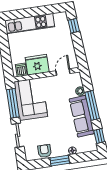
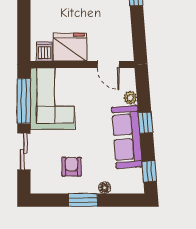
door: (63, 72) -> (108, 64), swing flipped
window: (92, 105) -> (145, 123), width x0.46
armchair: (44, 151) -> (72, 167), moved

